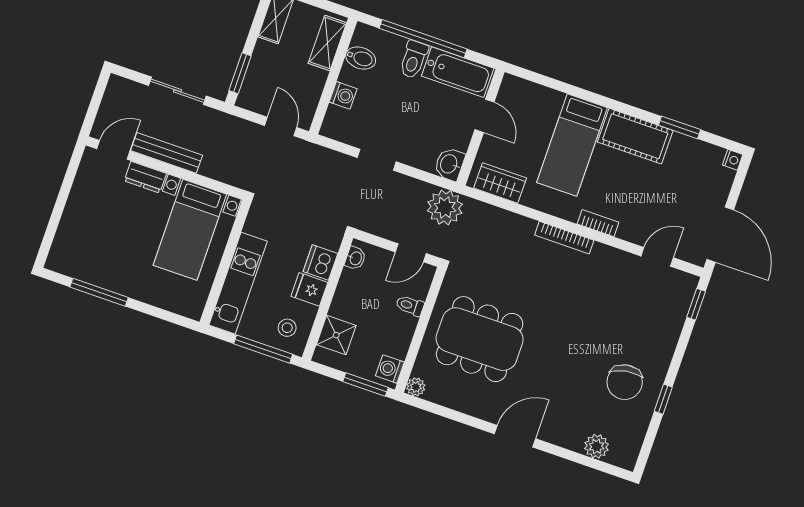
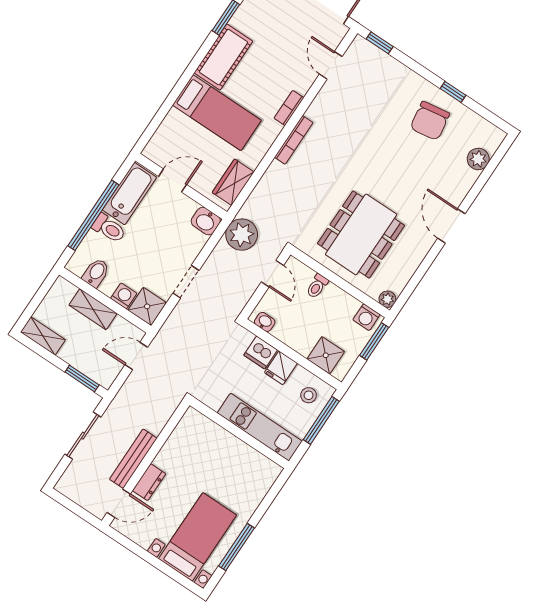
shelving: (327, 43) -> (93, 309), moved
shower: (338, 124) -> (147, 306), added
door: (113, 150) -> (119, 503), swing flipped
bed with nightstands: (190, 230) -> (197, 537), moved, turned -90
chair: (625, 382) -> (430, 121), turned 91

